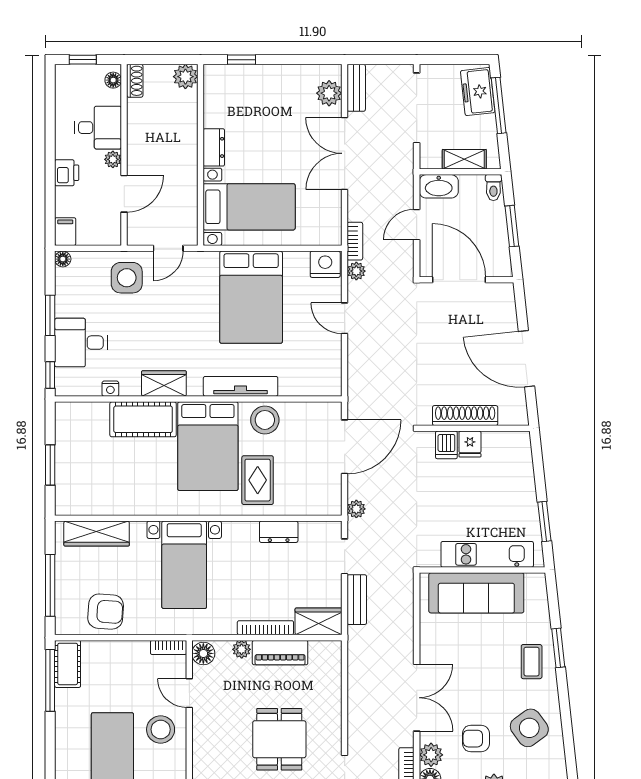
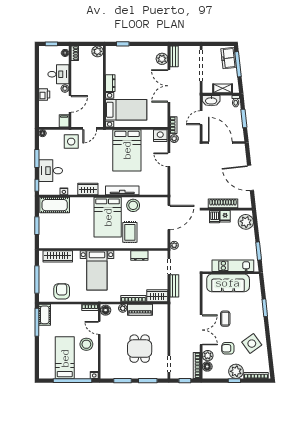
filing cabinet: (65, 232) -> (64, 121), moved
cot: (143, 419) -> (55, 205), moved
plant: (516, 457) -> (246, 222), added
armchair: (106, 612) -> (62, 291), turned -94
coffee table: (532, 662) -> (225, 319), moved

